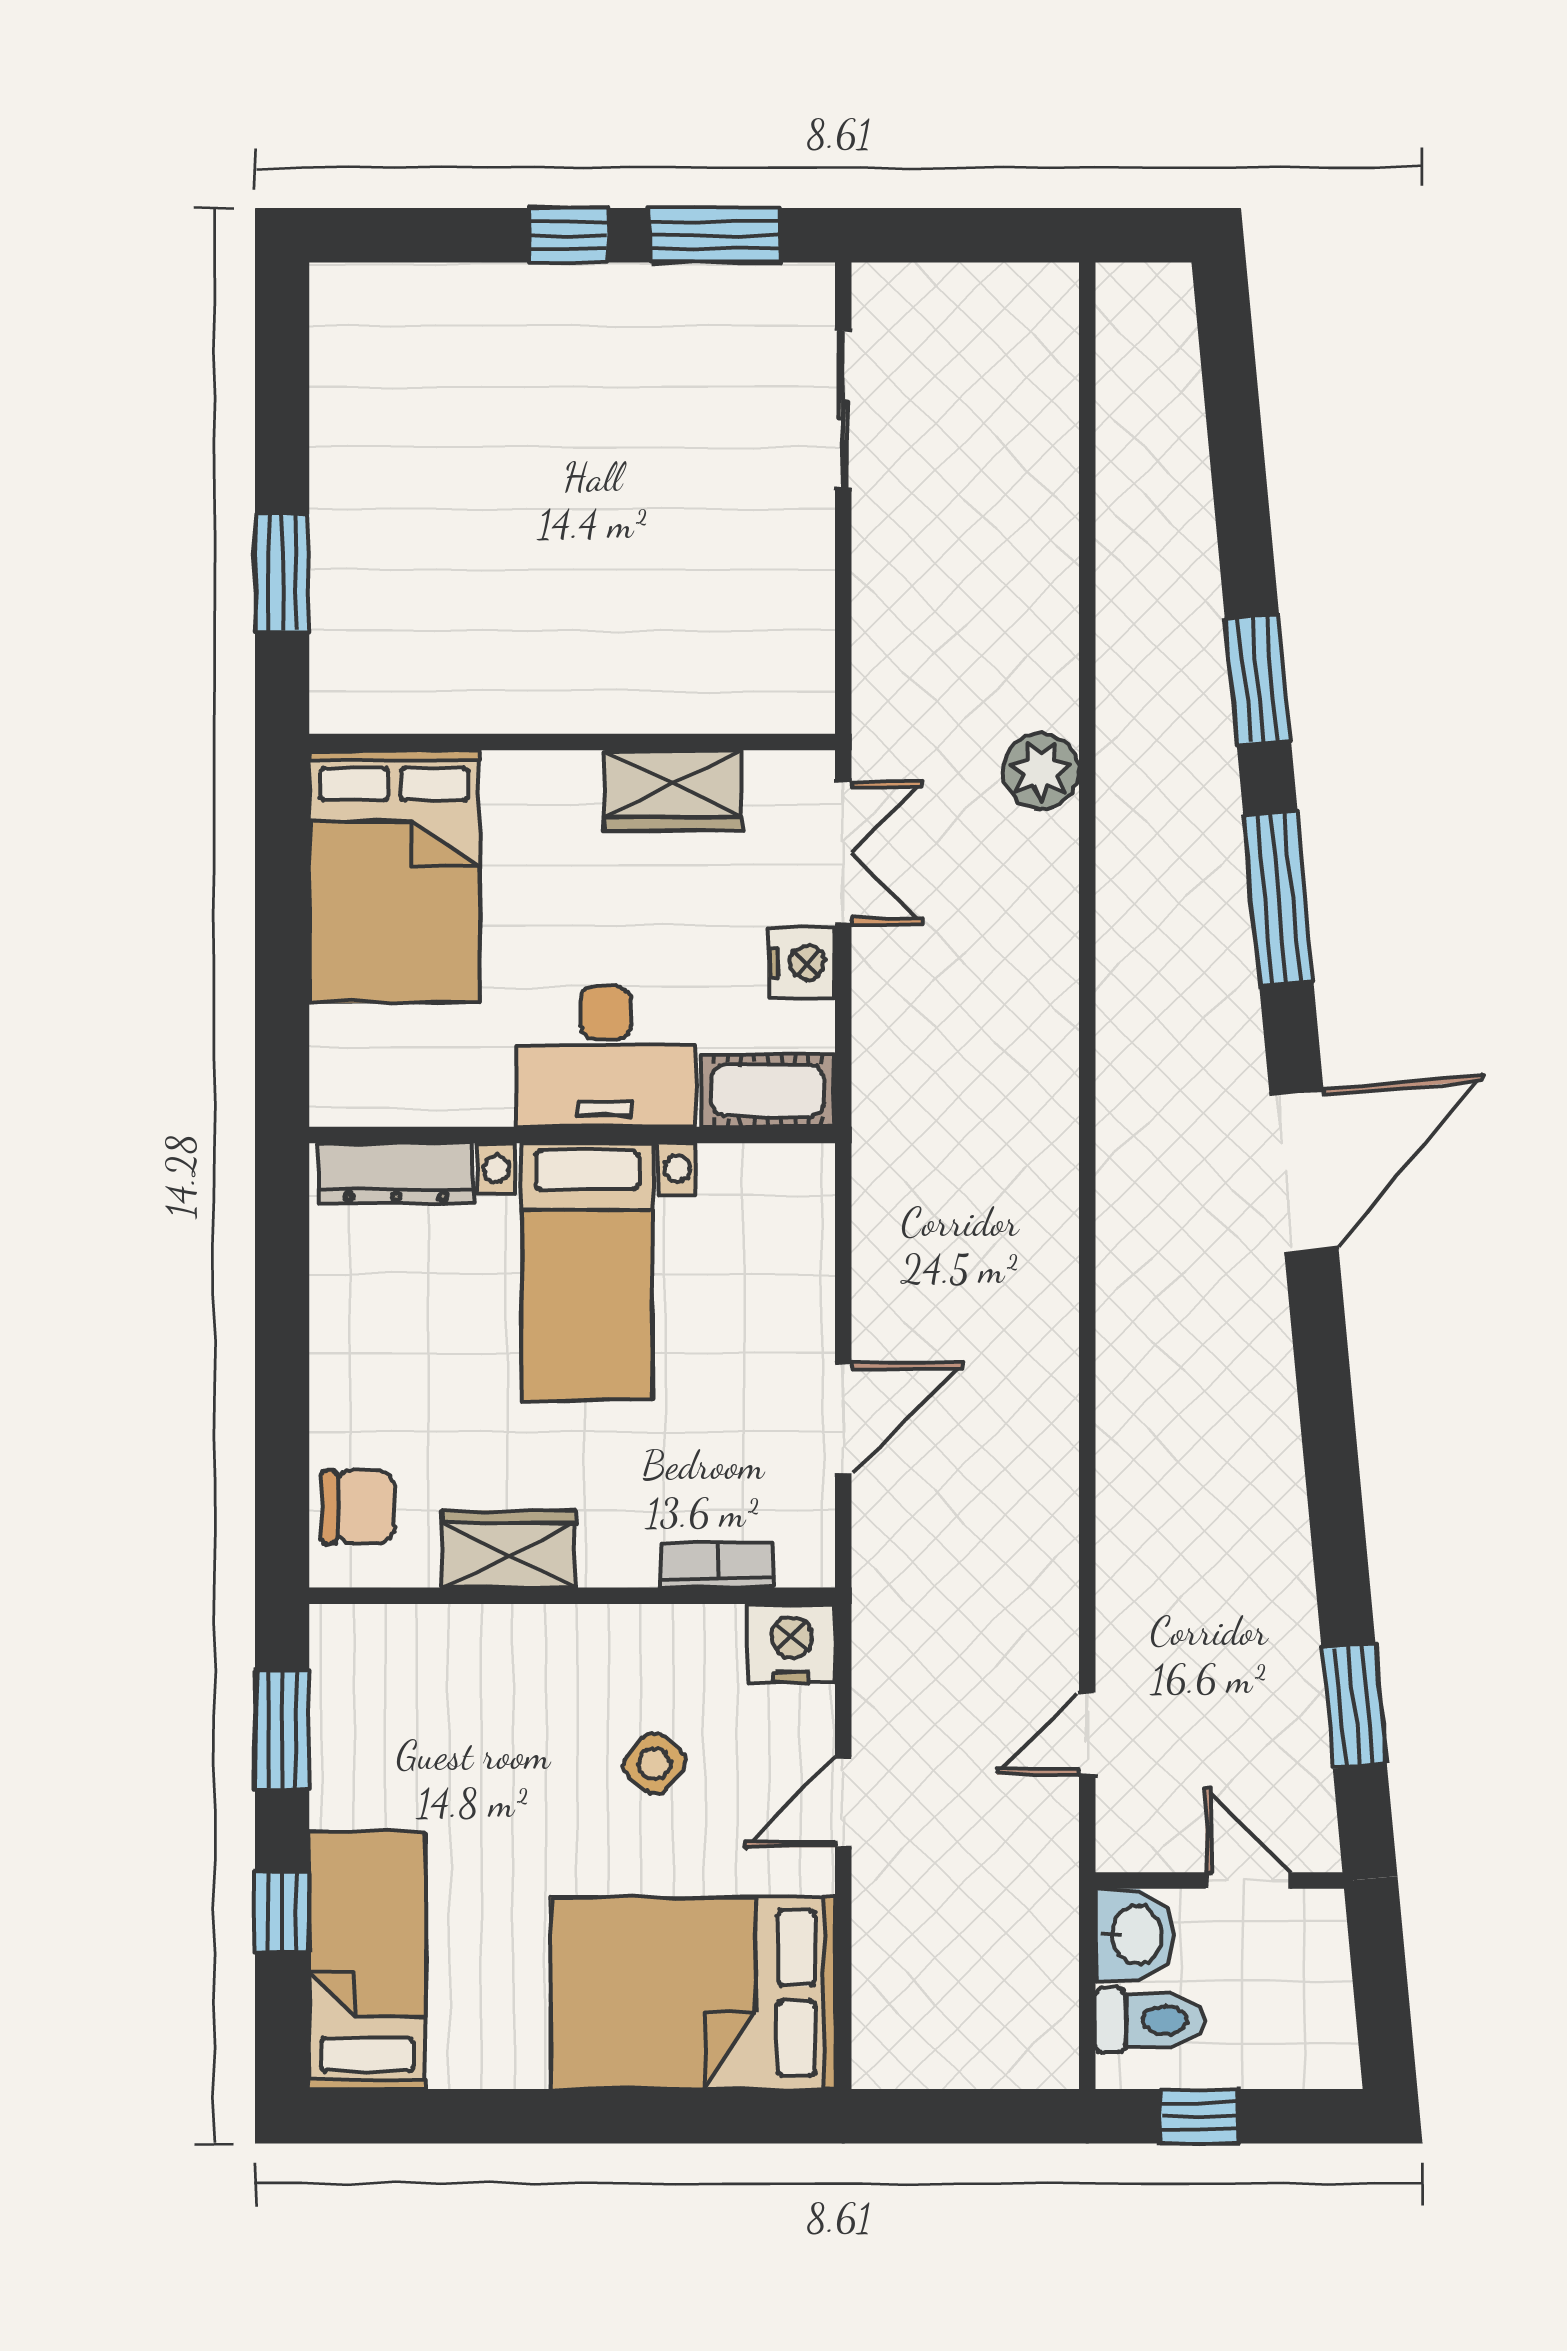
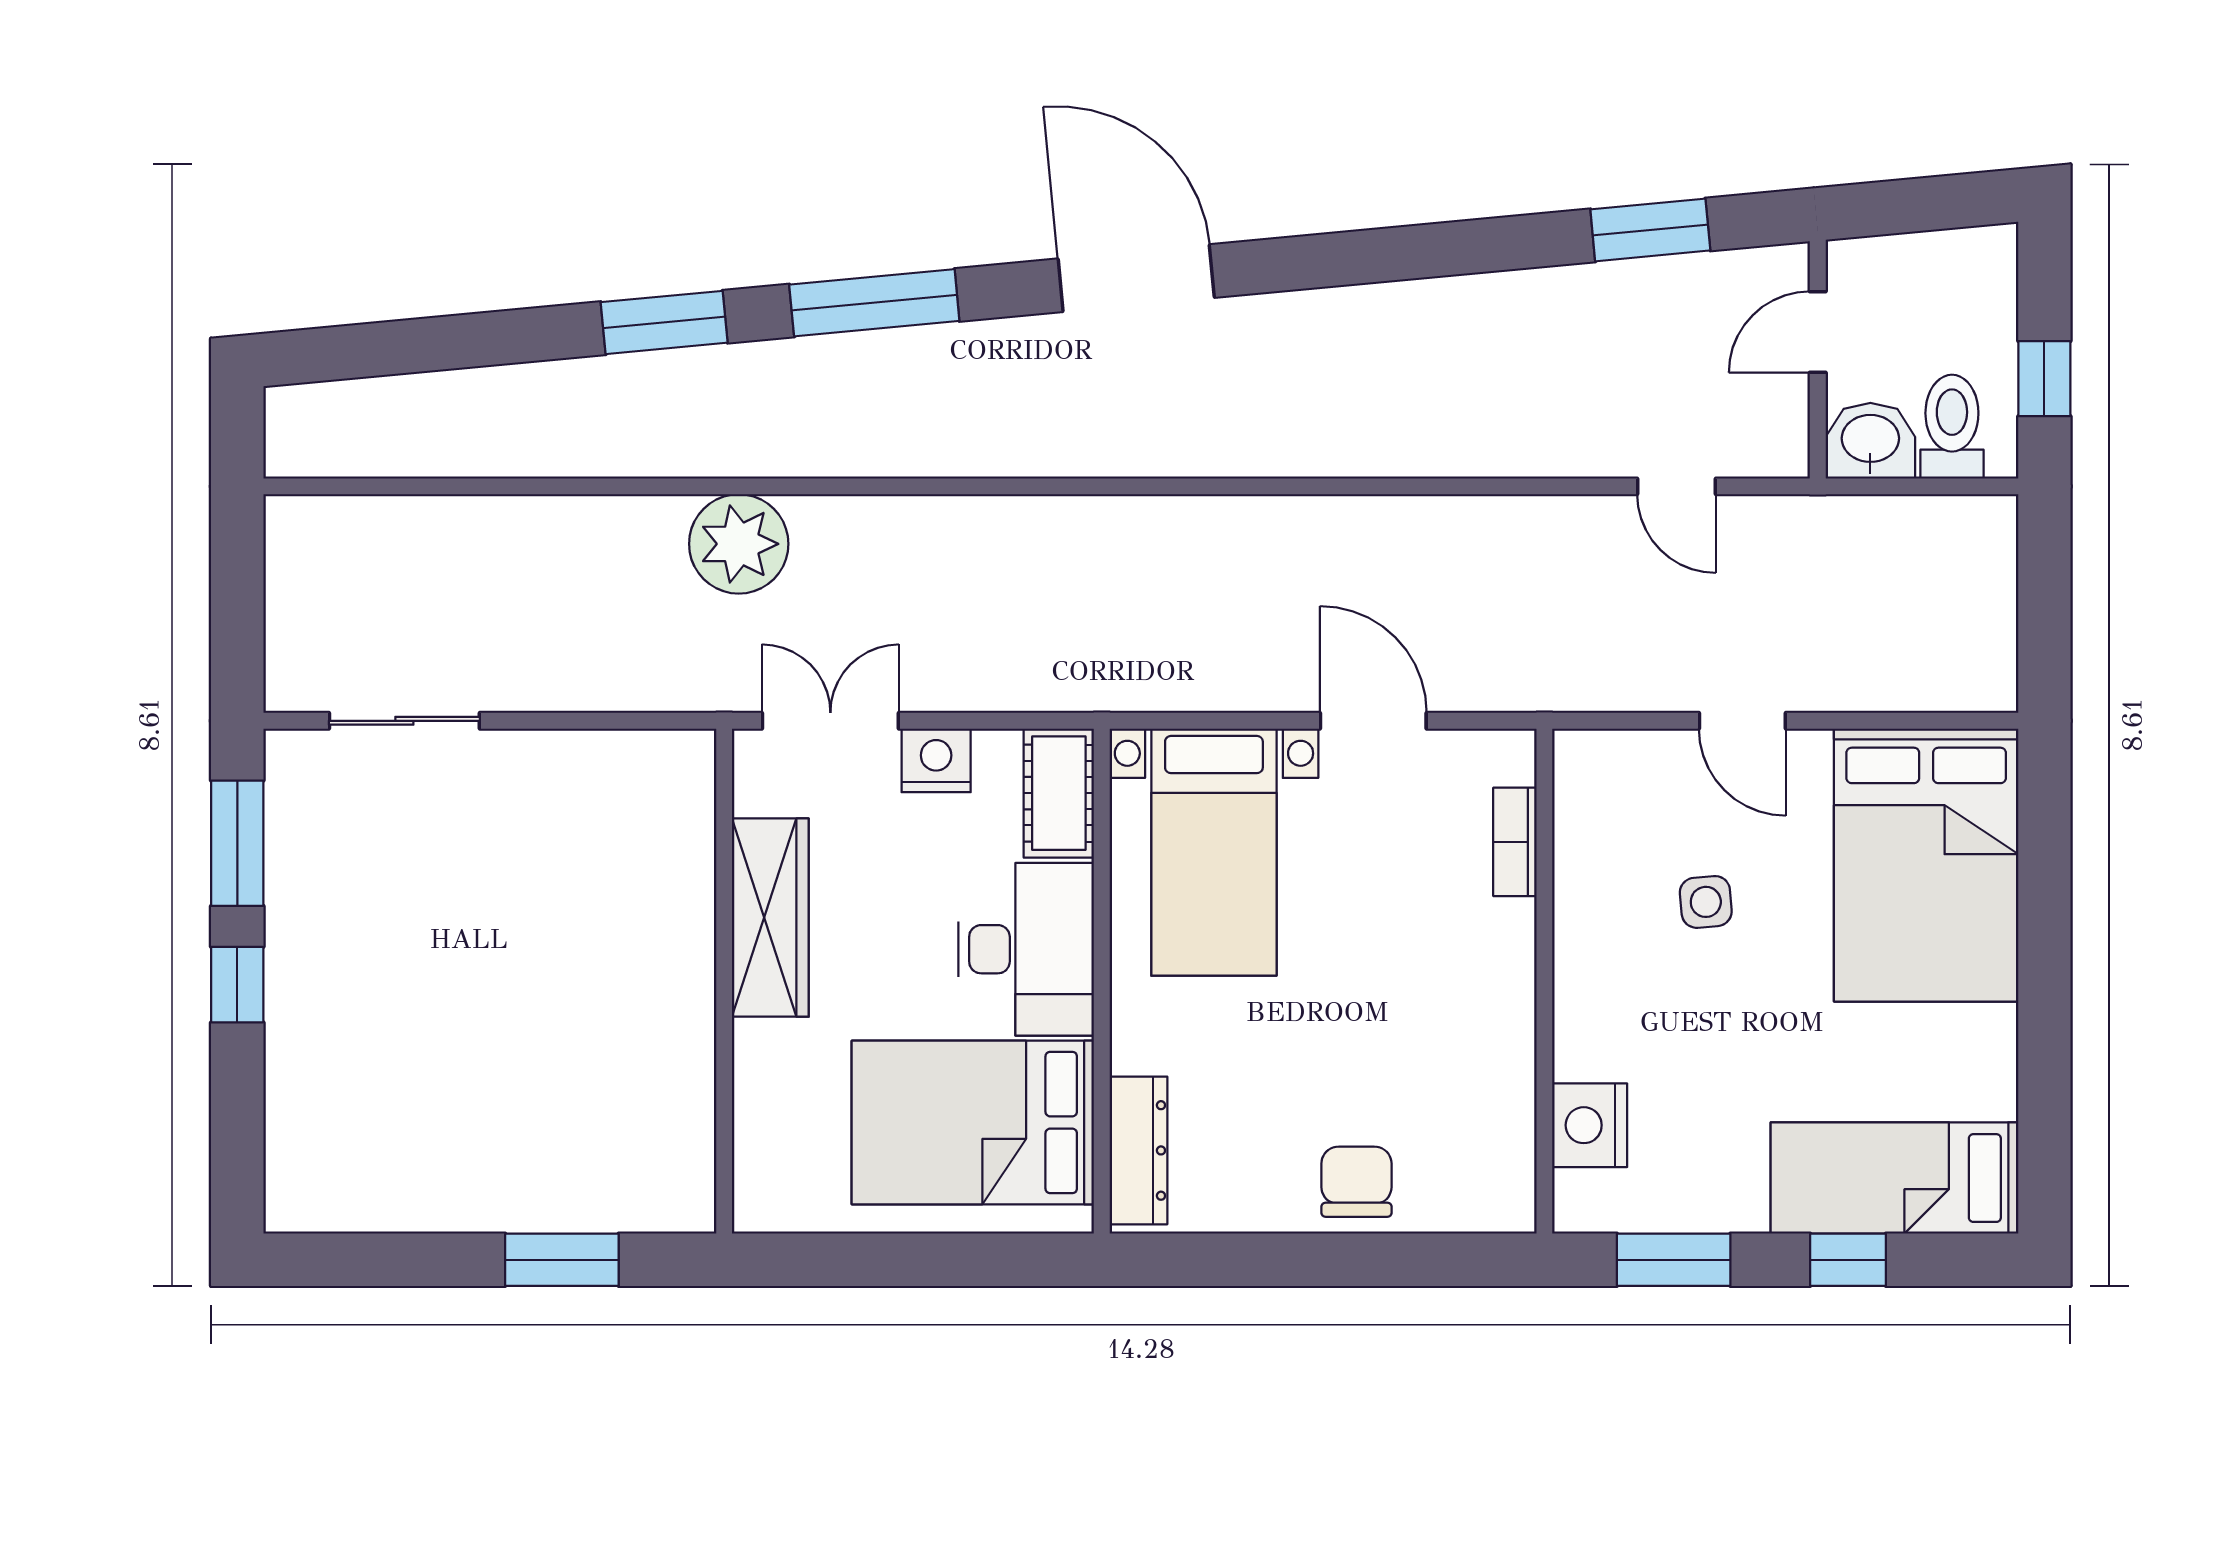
plant: (1041, 771) -> (739, 544), width x1.36, depth x1.36
wardrobe: (673, 790) -> (770, 918), width x1.50
bed: (394, 876) -> (973, 1122), moved, turned 180
bed with nightstands: (587, 1272) -> (1214, 852), moved, turned 90
chair: (359, 1507) -> (1356, 1182), moved
wardrobe: (509, 1549) -> (1500, 1042), removed
nightstand: (792, 1643) -> (1590, 1125), moved
side table: (655, 1764) -> (1706, 902), turned 45

